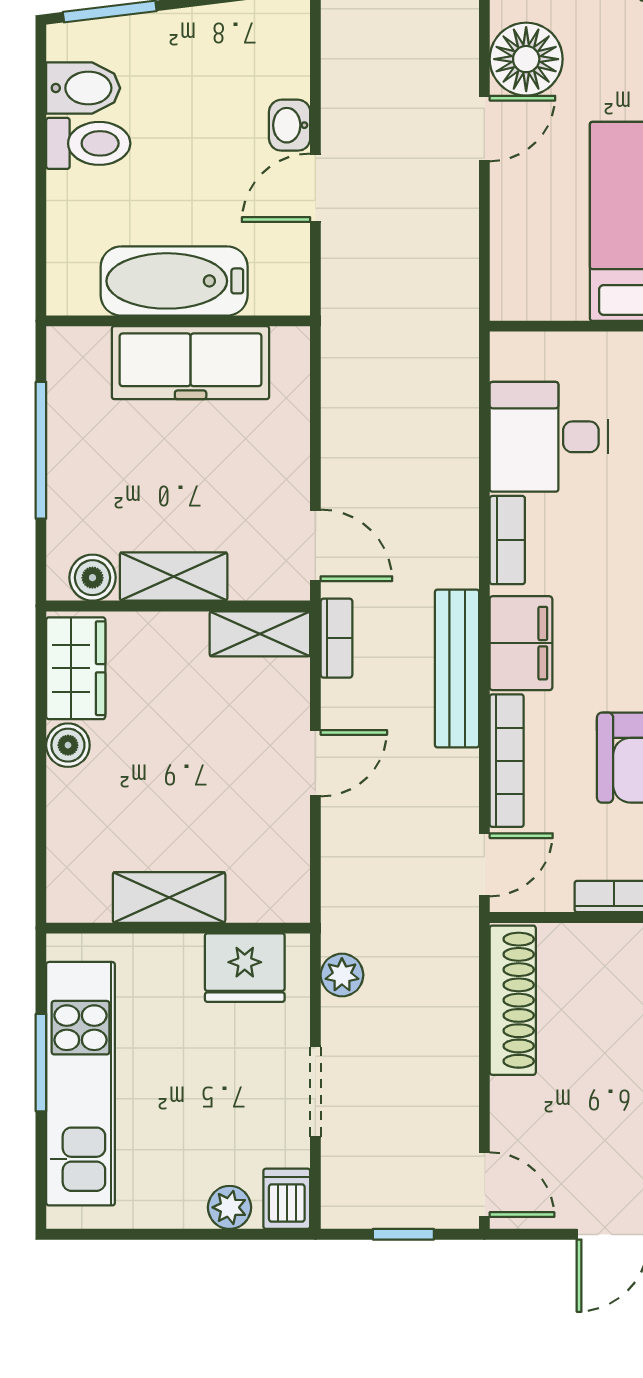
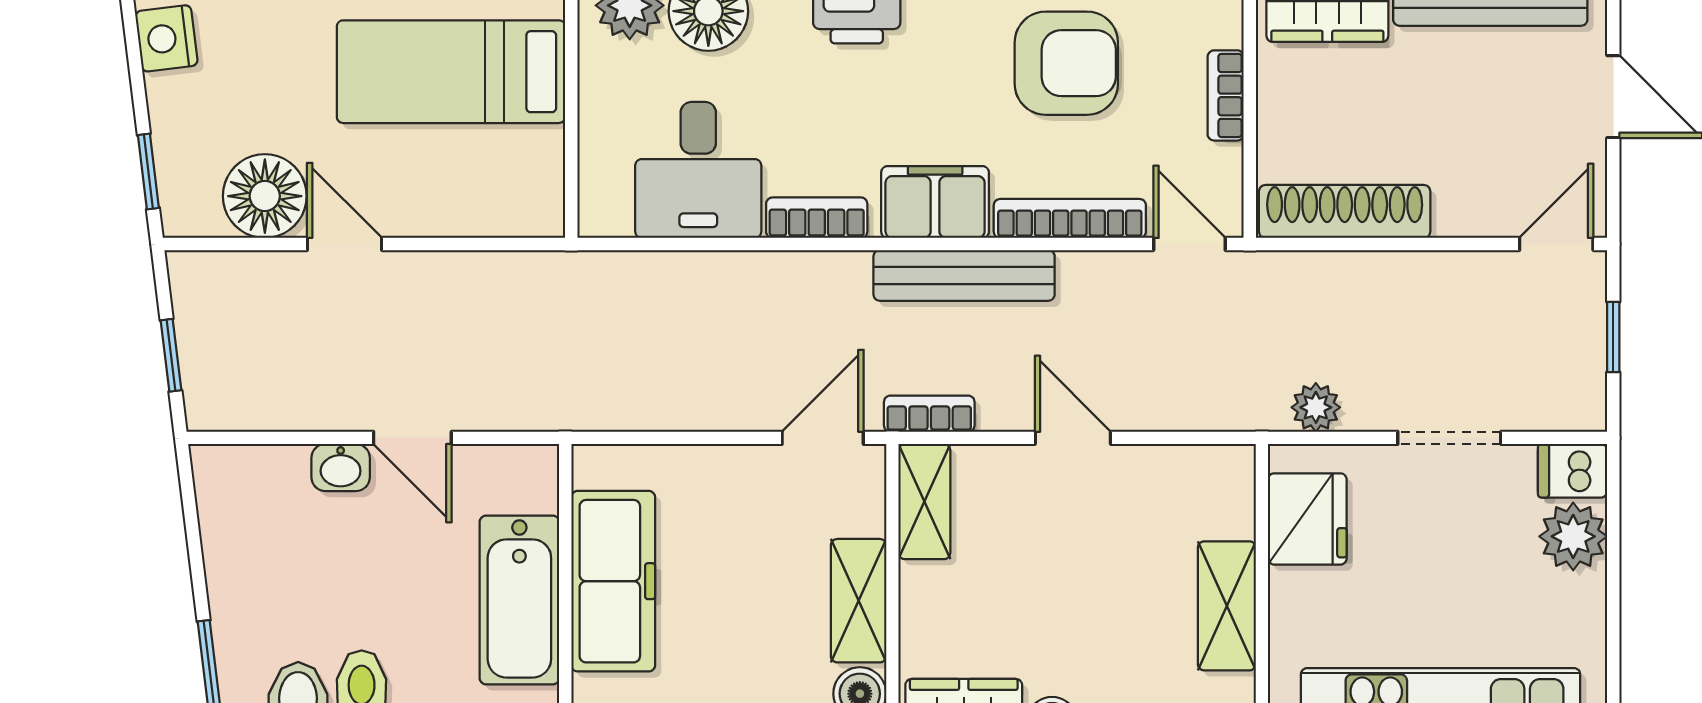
plant: (230, 1207) -> (1573, 536), width x1.38, depth x1.38

